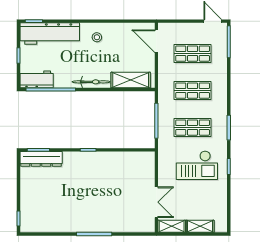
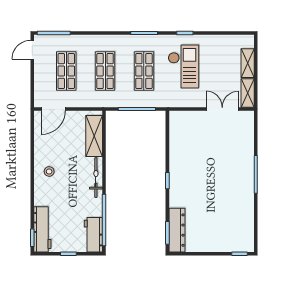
workbench: (50, 33) -> (42, 229), width x0.73, depth x0.76

